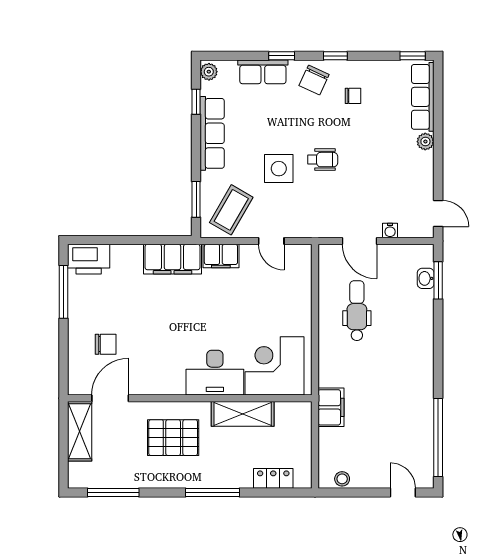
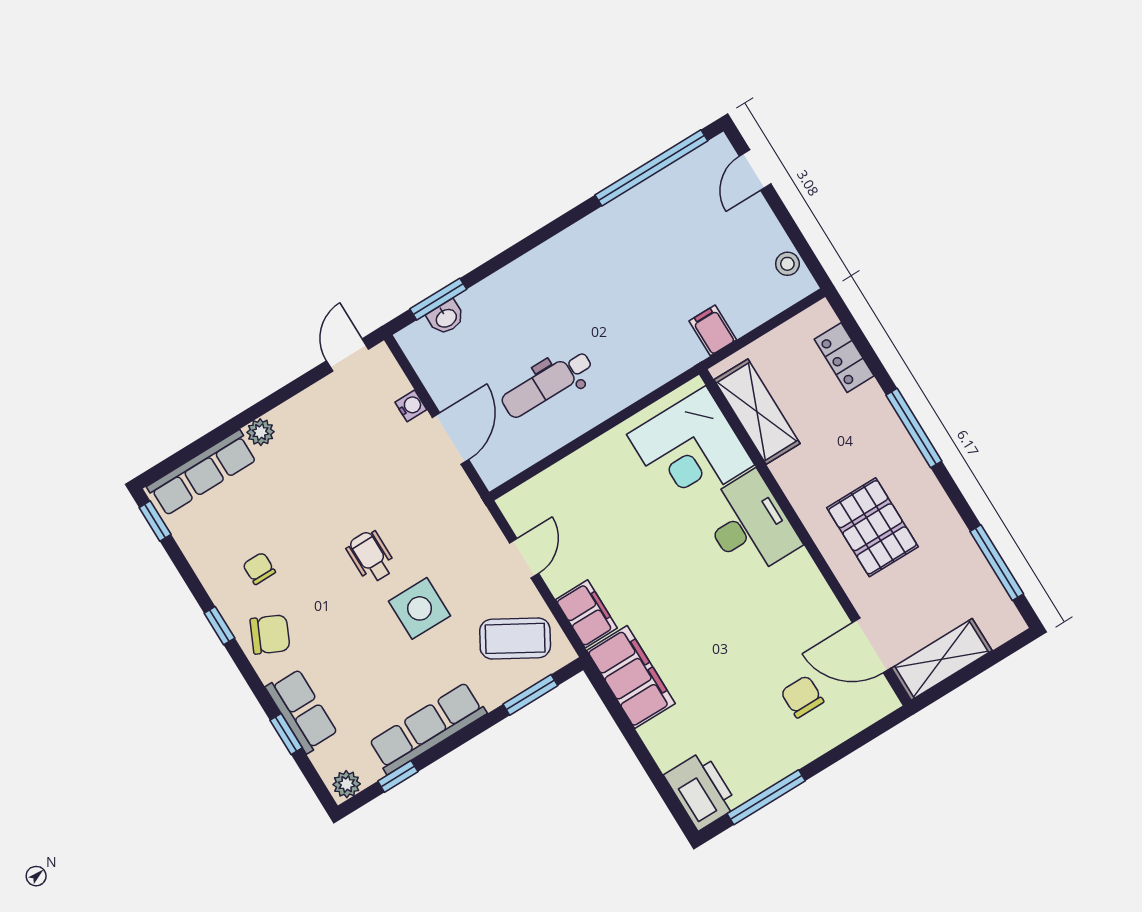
window: (282, 56) -> (286, 734), moved
filing cabinet: (331, 407) -> (713, 330), width x0.50
shelving: (243, 414) -> (757, 412), moved

